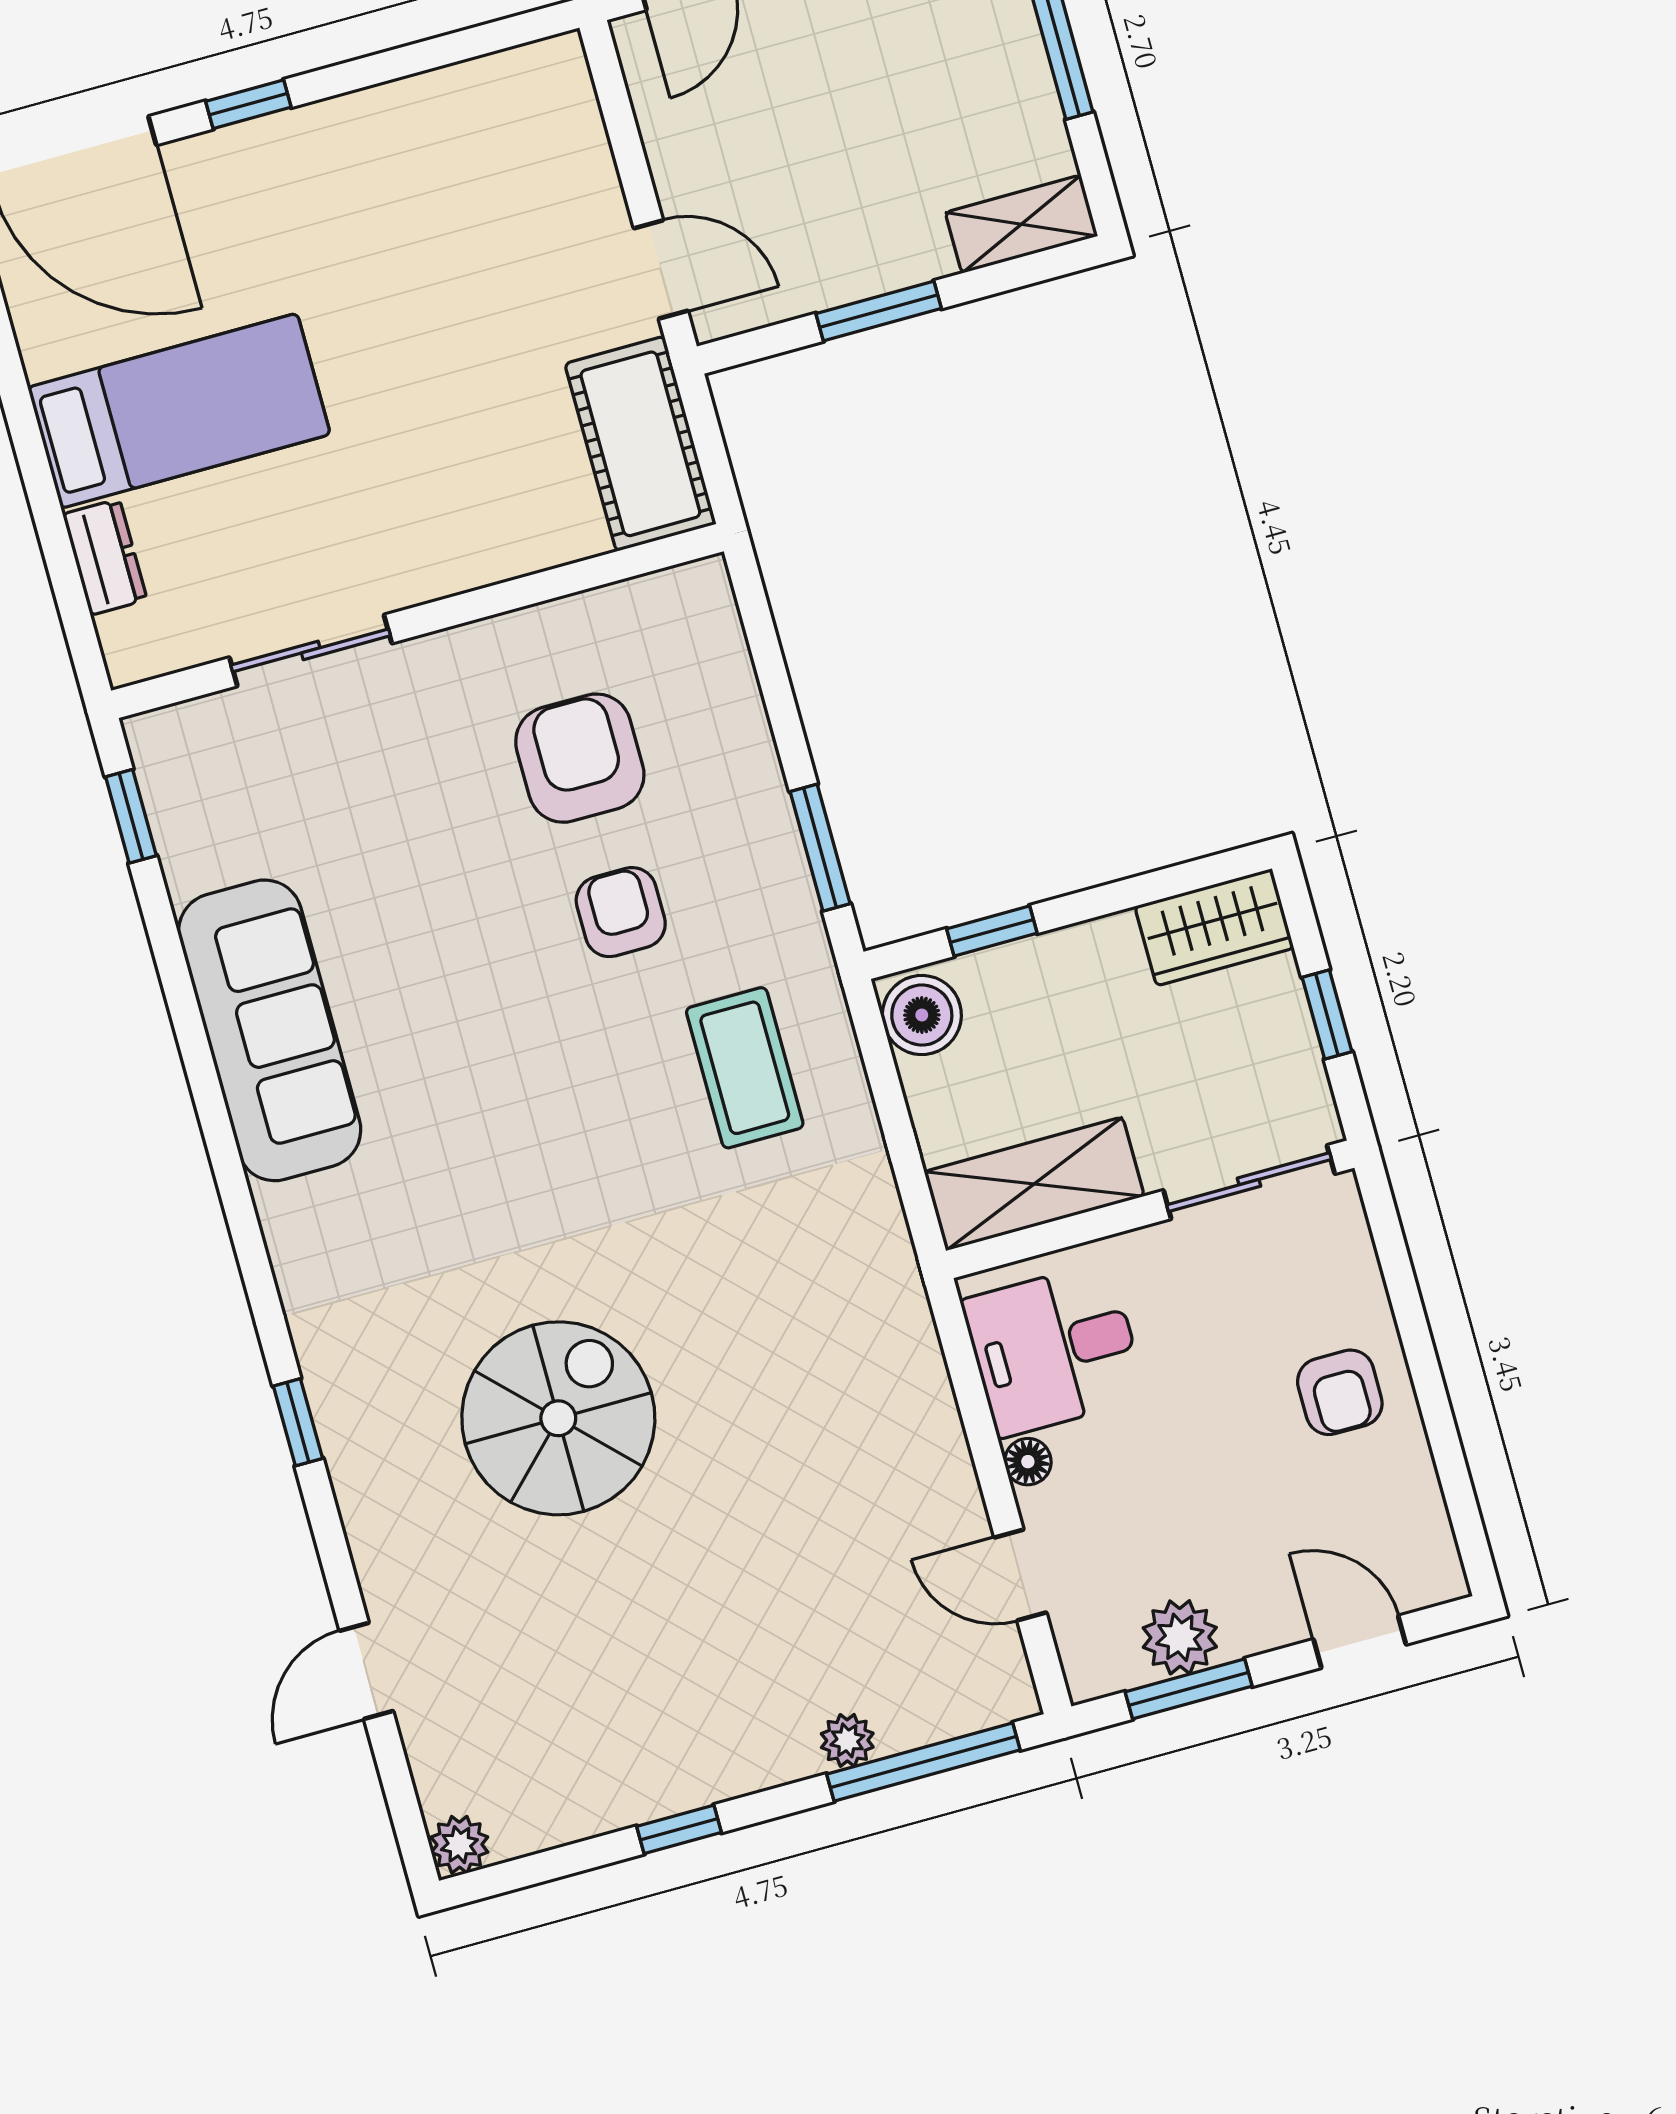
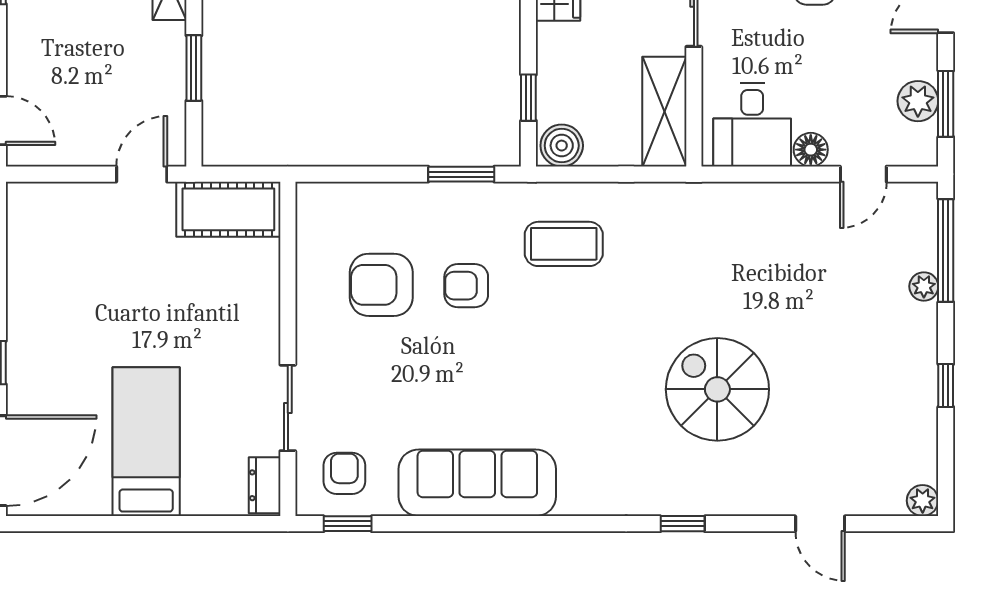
dresser: (105, 557) -> (265, 485), moved, turned -90
armchair: (220, 785) -> (344, 473), added
floor lamp: (1028, 1462) -> (811, 150), width x1.37, depth x1.37

